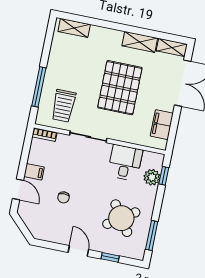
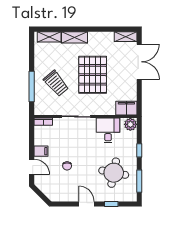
shelving: (140, 42) -> (75, 37), moved
trolley: (64, 106) -> (56, 83), moved, turned -40
filing cabinet: (162, 125) -> (126, 108), moved, turned 90
window: (164, 176) -> (139, 150), moved
plant: (152, 177) -> (130, 124), moved
round table: (121, 218) -> (114, 173), turned 45

